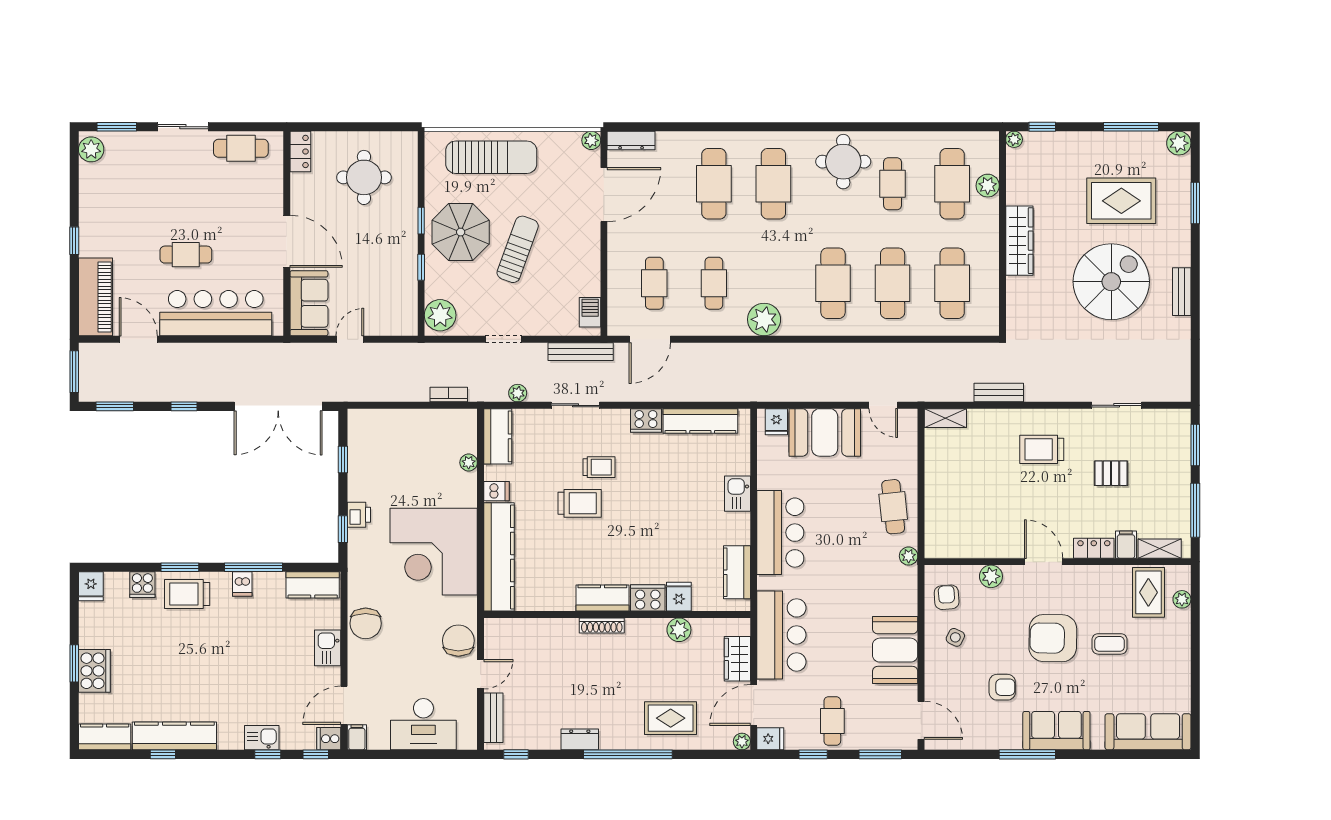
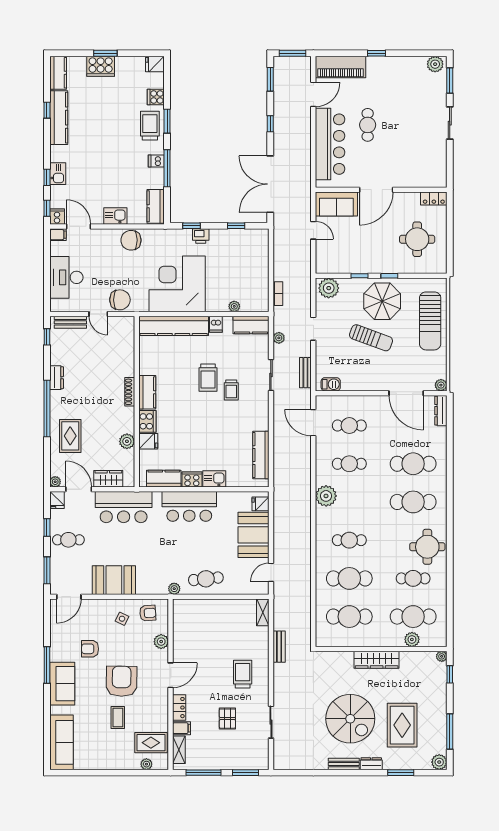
cafe table: (241, 148) -> (436, 160), removed
dresser: (1181, 249) -> (371, 764), added
cafe table: (833, 283) -> (349, 540), width x0.73, depth x0.74
bench: (581, 352) -> (305, 373), width x0.73
cooker: (646, 420) -> (192, 480), moved, turned 90
armchair: (1002, 687) -> (90, 649), turned 90

